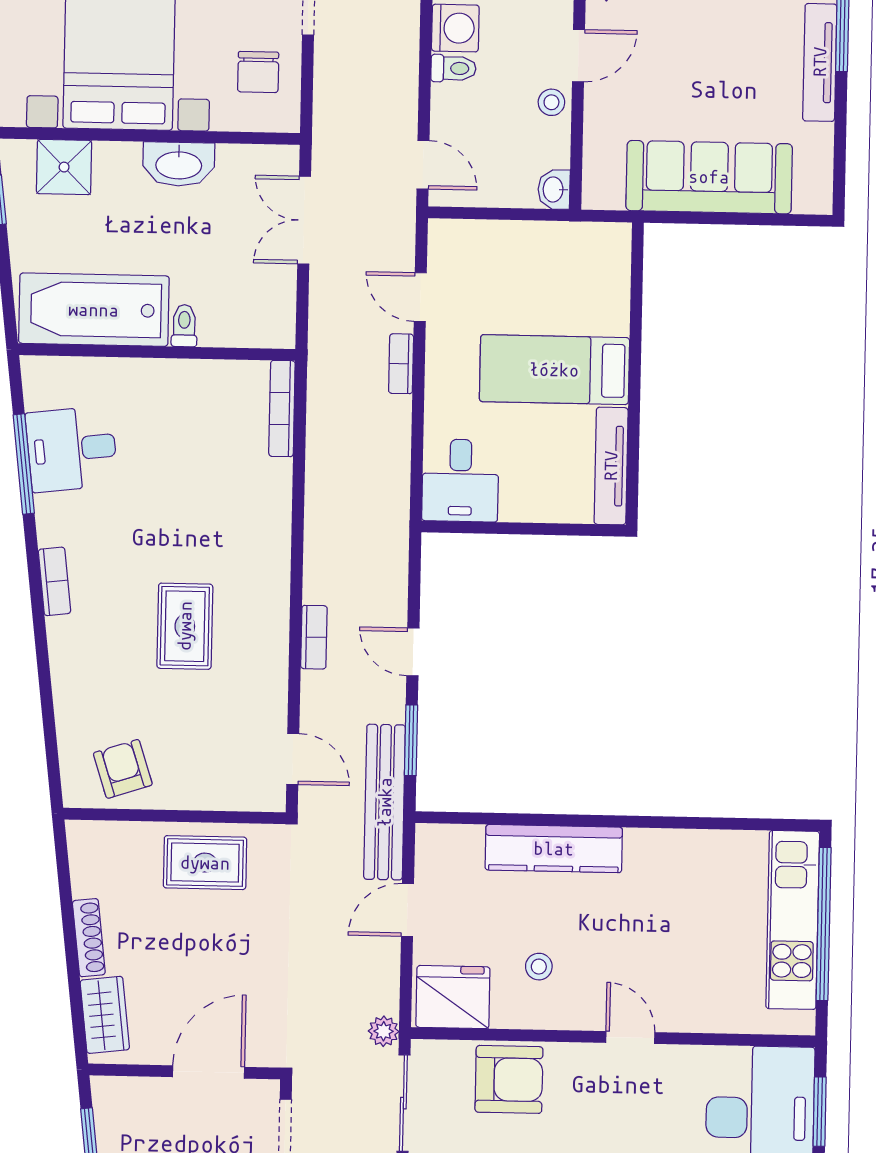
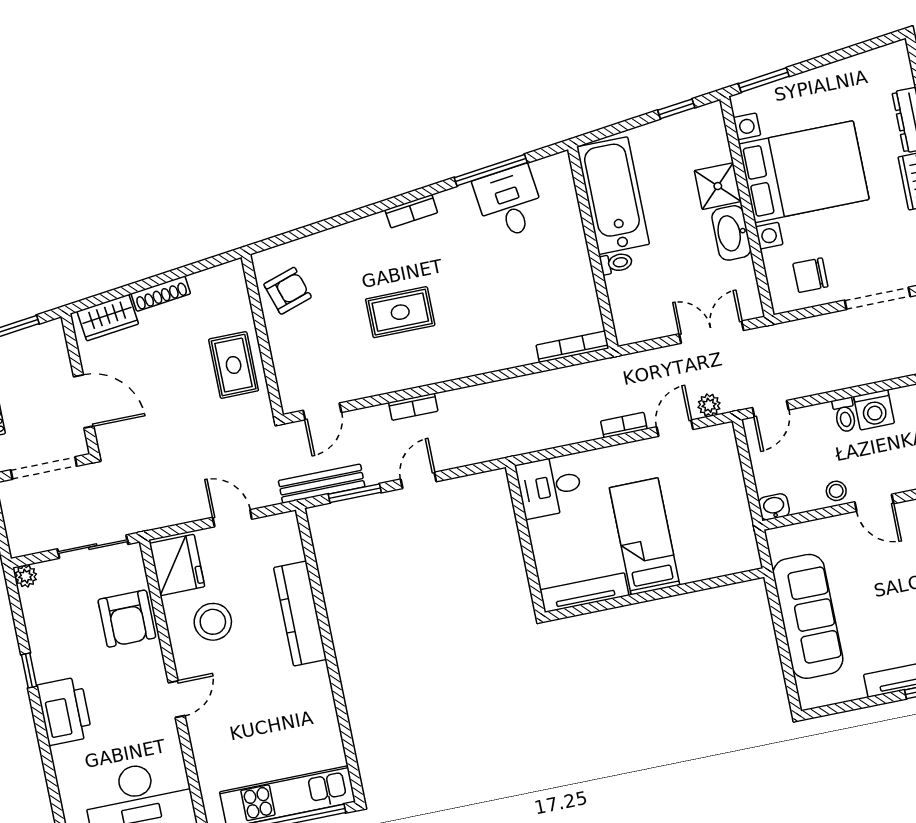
shower: (64, 167) -> (718, 186), moved
bench: (385, 802) -> (322, 484), width x0.73, depth x0.82
stool: (539, 967) -> (213, 622), width x1.89, depth x1.89
plant: (384, 1031) -> (709, 405), moved

